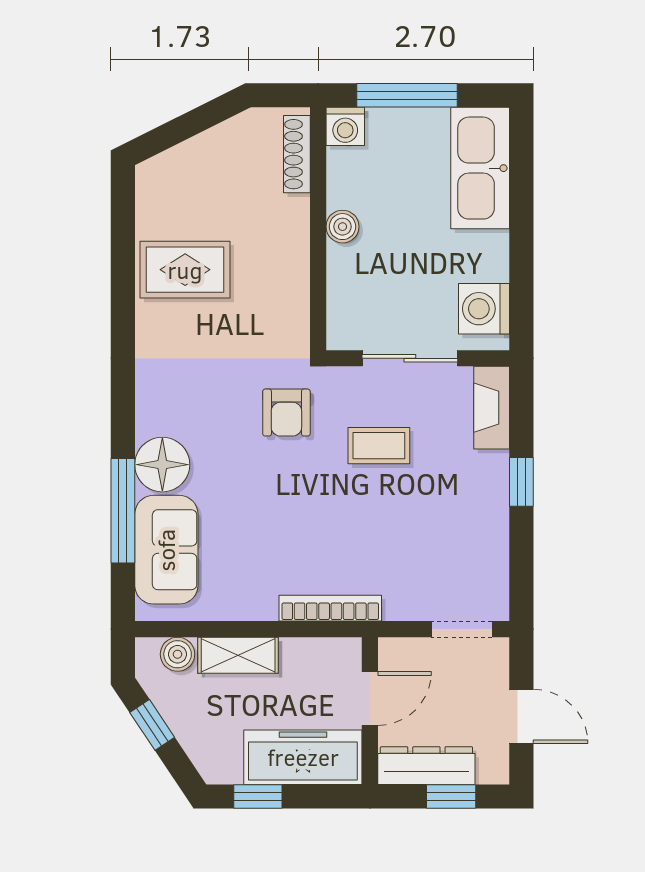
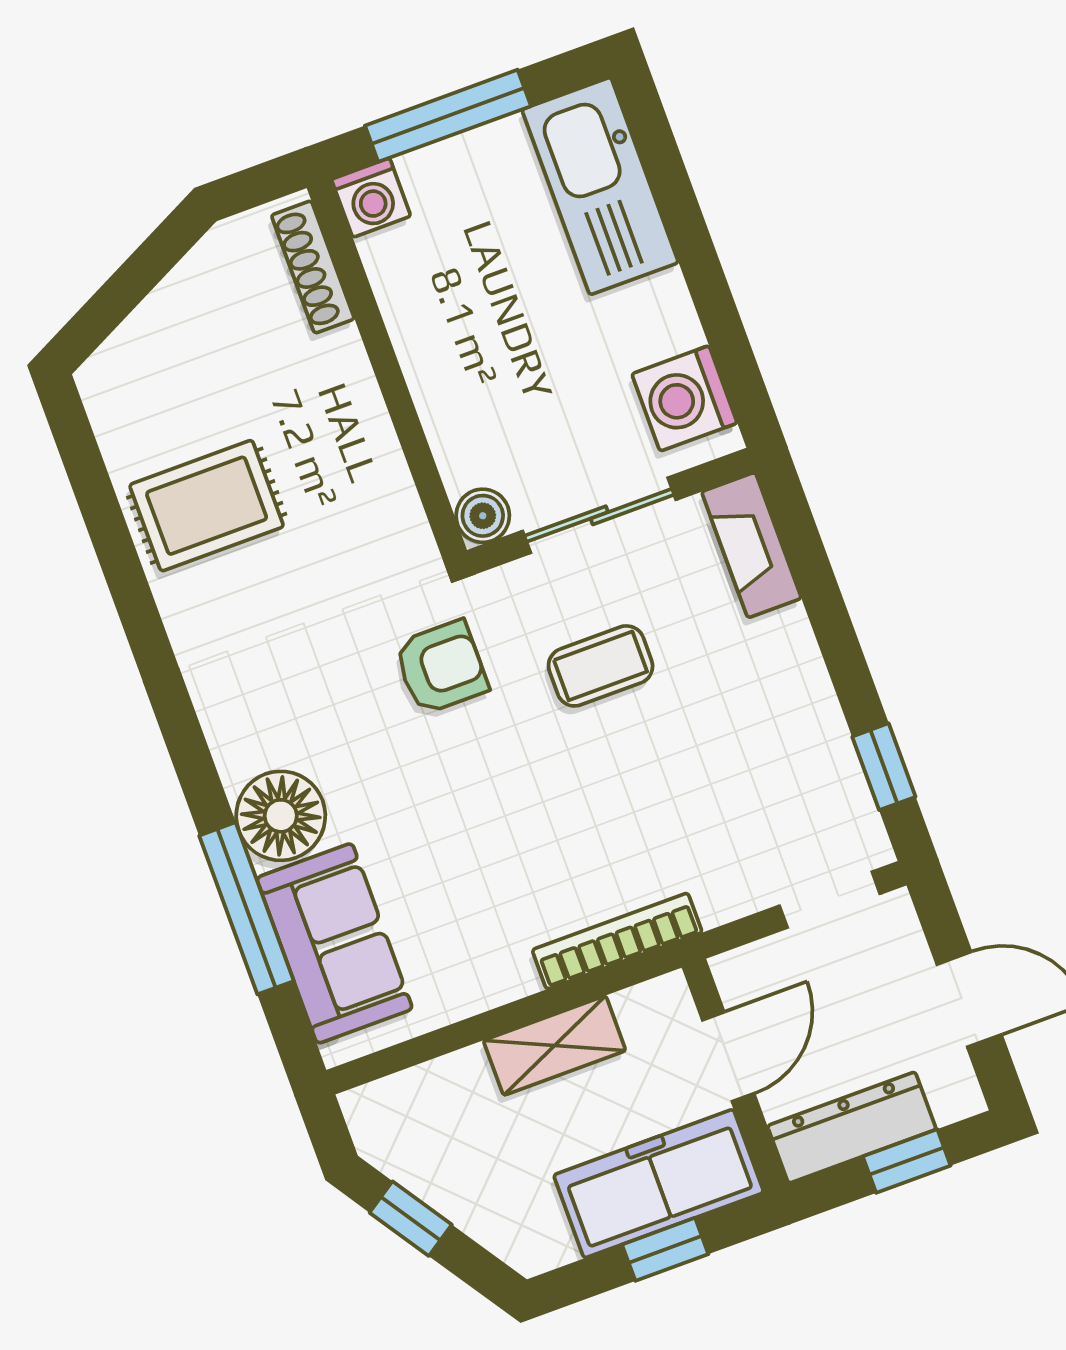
boiler: (343, 227) -> (483, 516), moved
armchair: (286, 413) -> (441, 667), turned -90
window: (521, 482) -> (884, 767), moved
boiler: (178, 654) -> (410, 1097), removed
shelving: (238, 655) -> (555, 1045), moved
window: (258, 797) -> (665, 1249), moved

